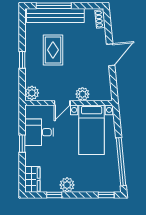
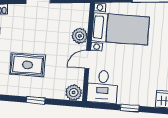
door: (62, 103) -> (88, 60), swing flipped
desk: (39, 132) -> (103, 87), moved

